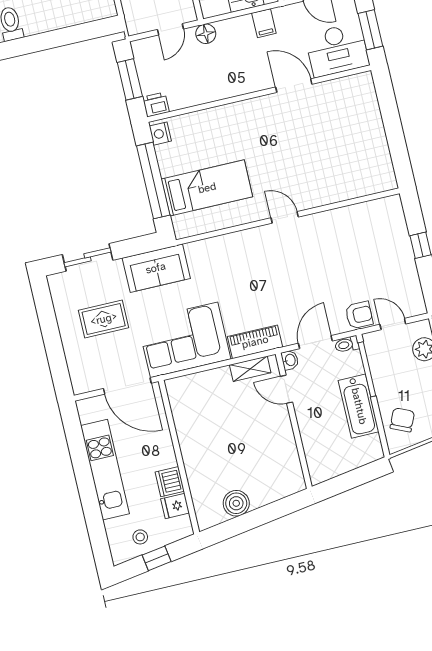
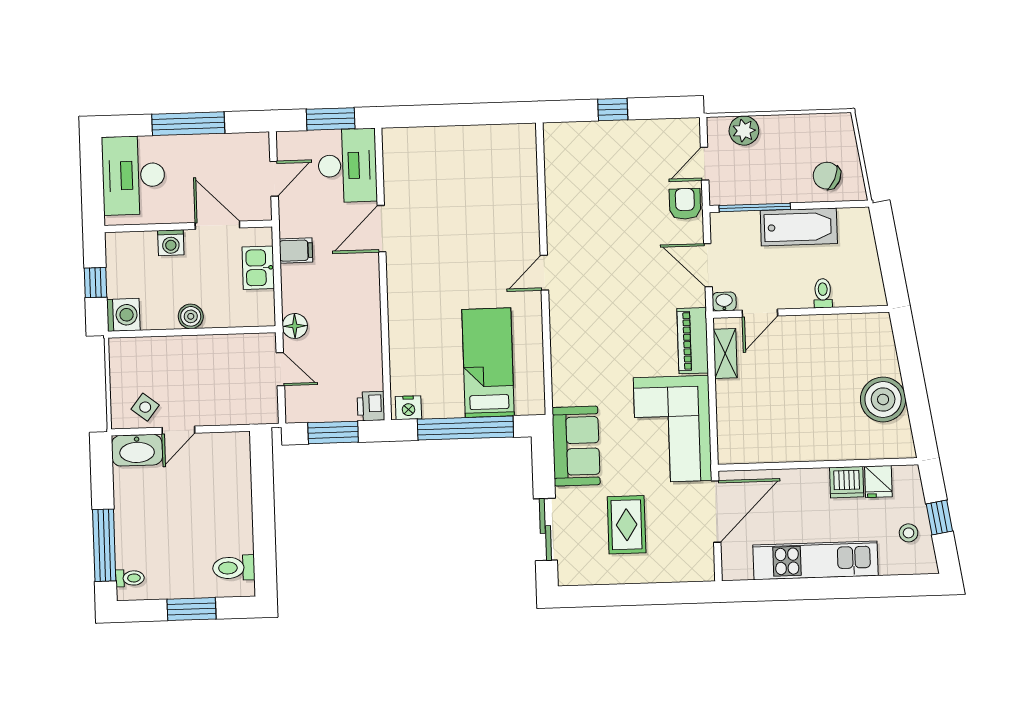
toilet: (347, 345) -> (823, 293), moved, turned 180
boiler: (236, 503) -> (883, 399), width x1.37, depth x1.37

